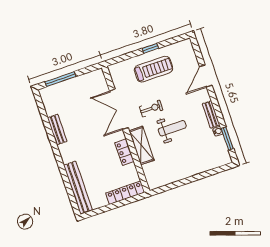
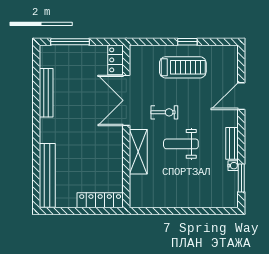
weight bench: (172, 128) -> (181, 144), turned 180
bench: (57, 130) -> (46, 93), width x1.36
locker: (124, 152) -> (116, 60), moved

